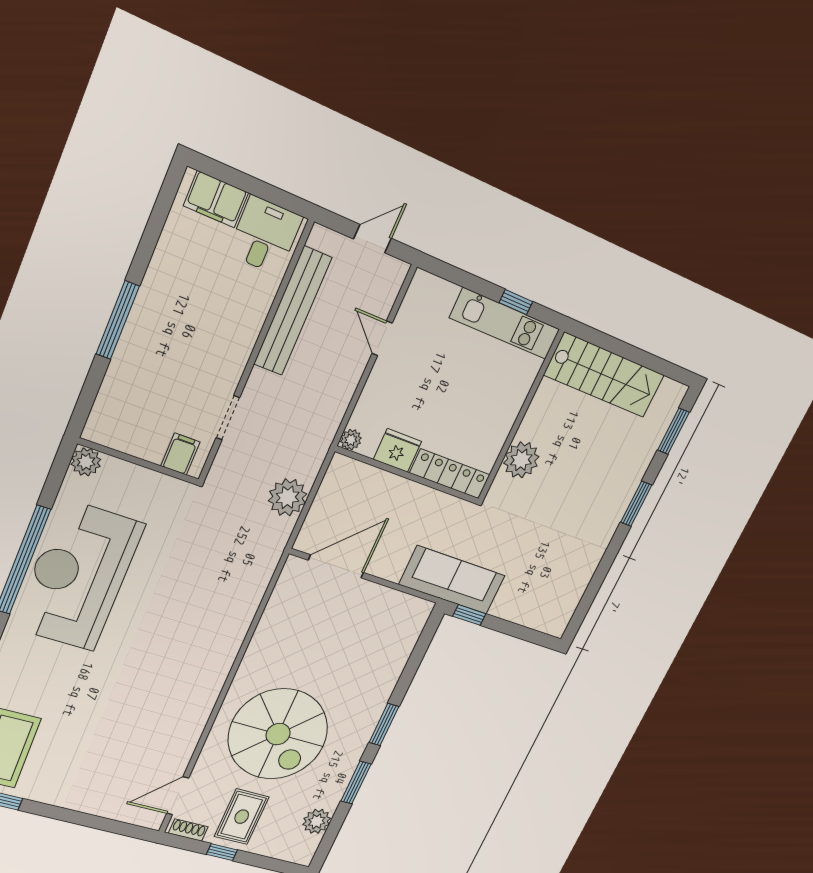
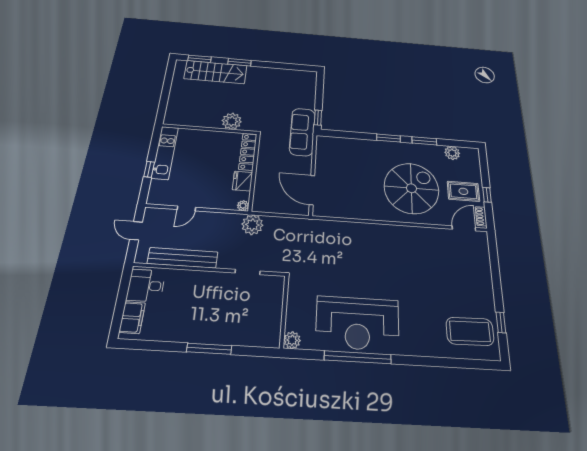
window: (516, 302) -> (149, 169), moved
stairs: (604, 375) -> (216, 72), moved, turned 90
filing cabinet: (180, 454) -> (274, 290), removed
plant: (288, 497) -> (252, 225), moved
door: (178, 796) -> (464, 228), swing flipped

